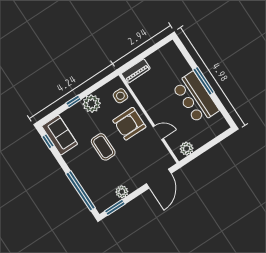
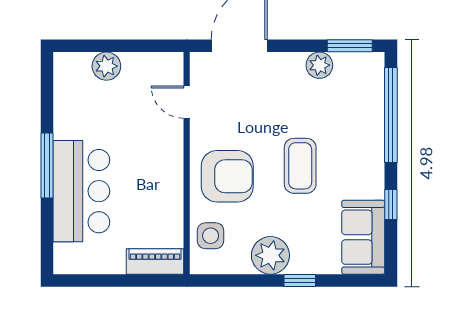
bar counter: (195, 98) -> (81, 191), moved
door: (158, 133) -> (187, 102), moved
window: (48, 141) -> (391, 204), moved
plant: (187, 149) -> (106, 66), moved

